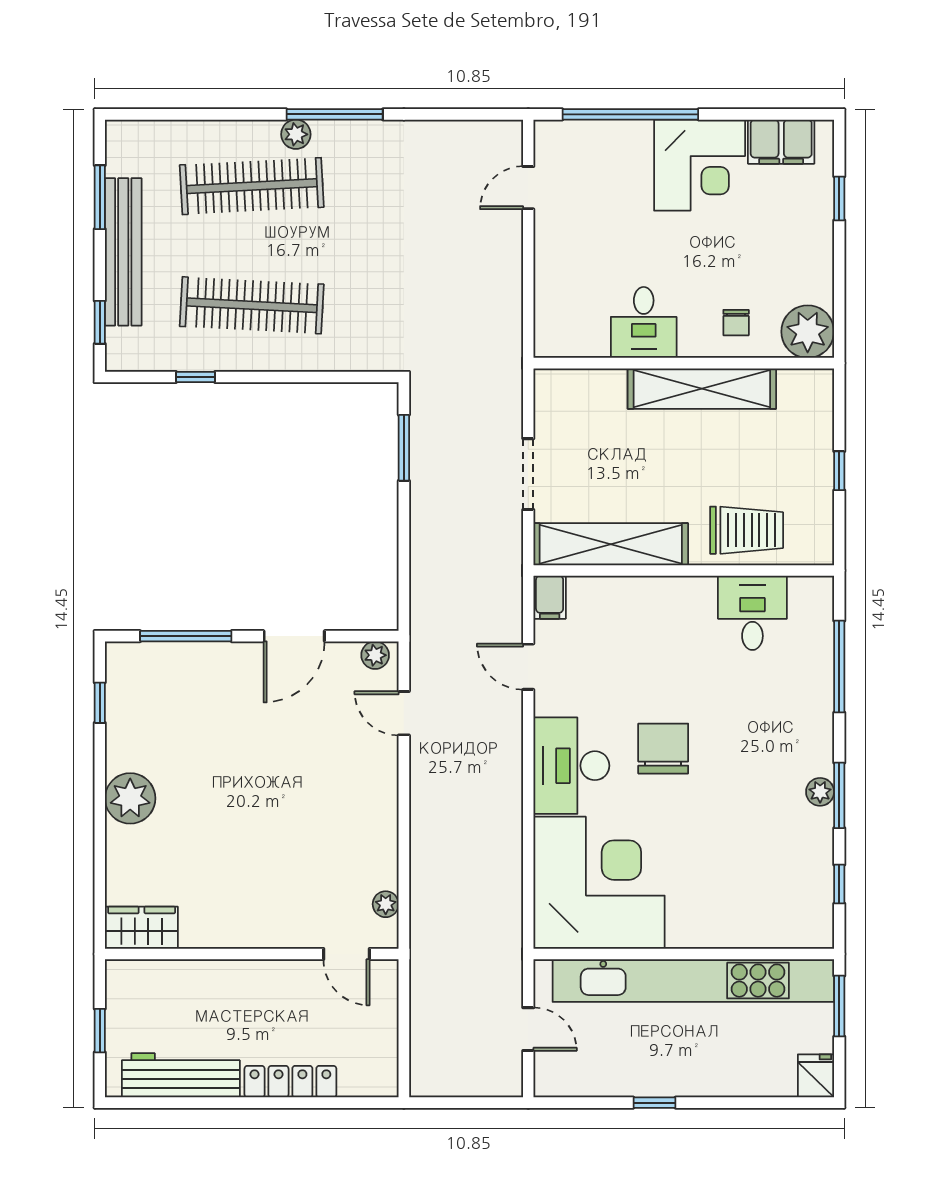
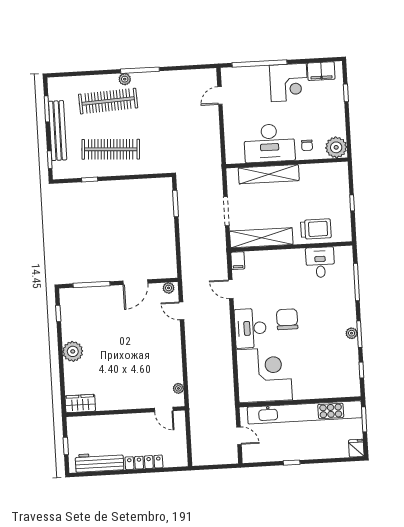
desk: (644, 322) -> (269, 143), width x1.87, depth x1.30
shelving: (702, 389) -> (269, 174), moved

